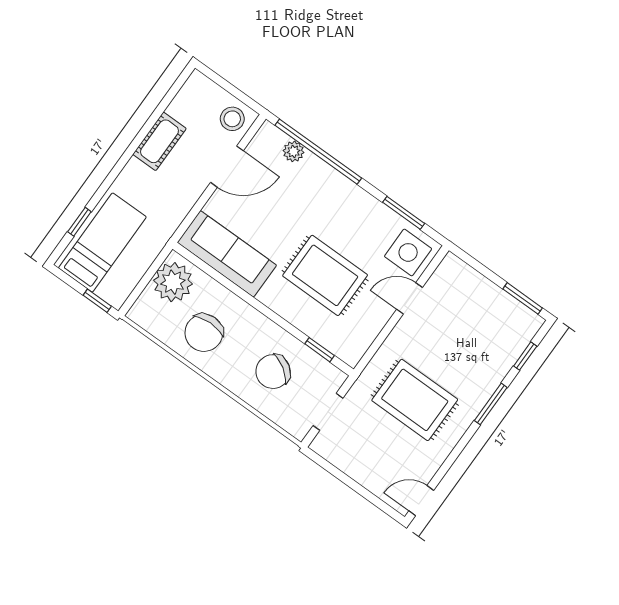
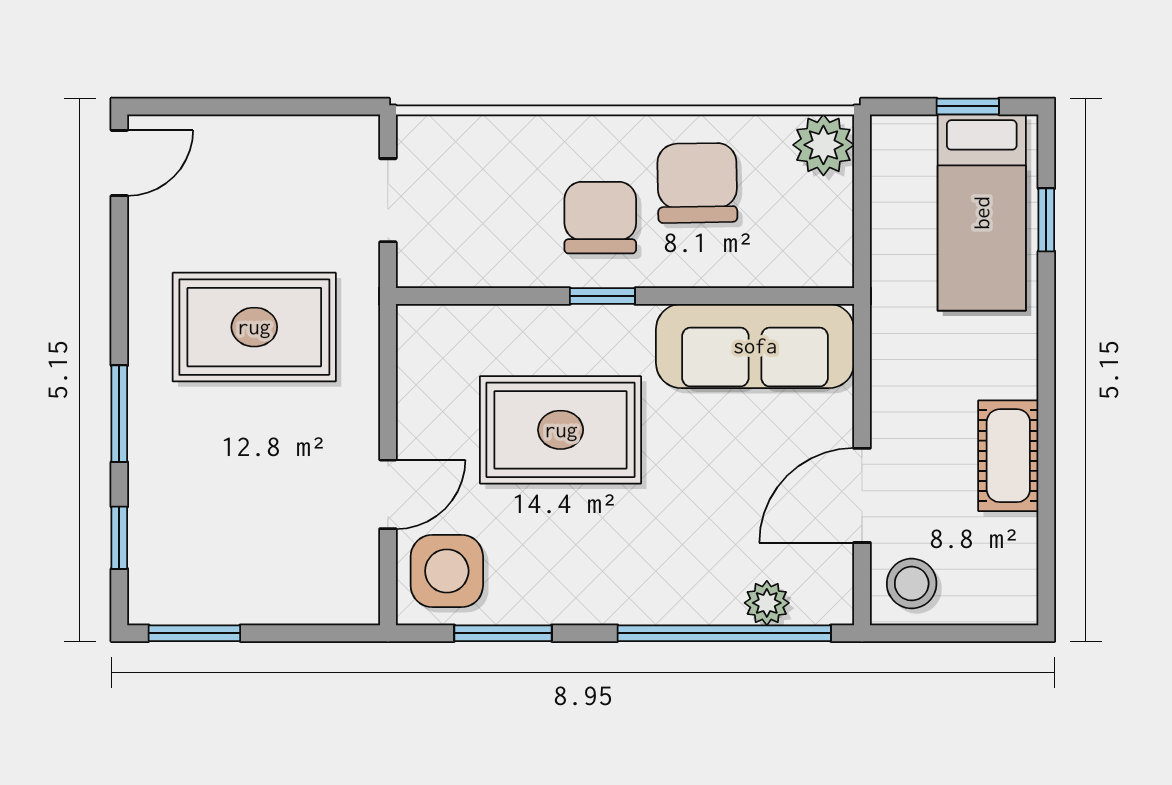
plant: (173, 282) -> (823, 145), moved, width x0.73, depth x0.73
window: (97, 301) -> (968, 106), moved
window: (320, 350) -> (602, 296), moved
chair: (273, 372) -> (600, 218), moved, turned -33

